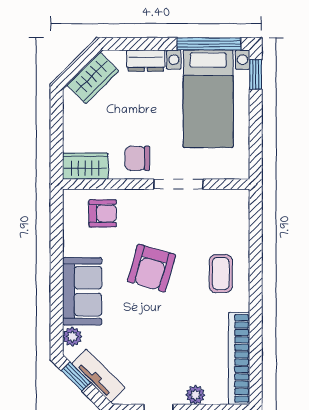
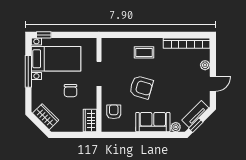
window: (209, 44) -> (28, 71), moved
dresser: (146, 61) -> (37, 90), removed
chair: (137, 158) -> (71, 91), moved

